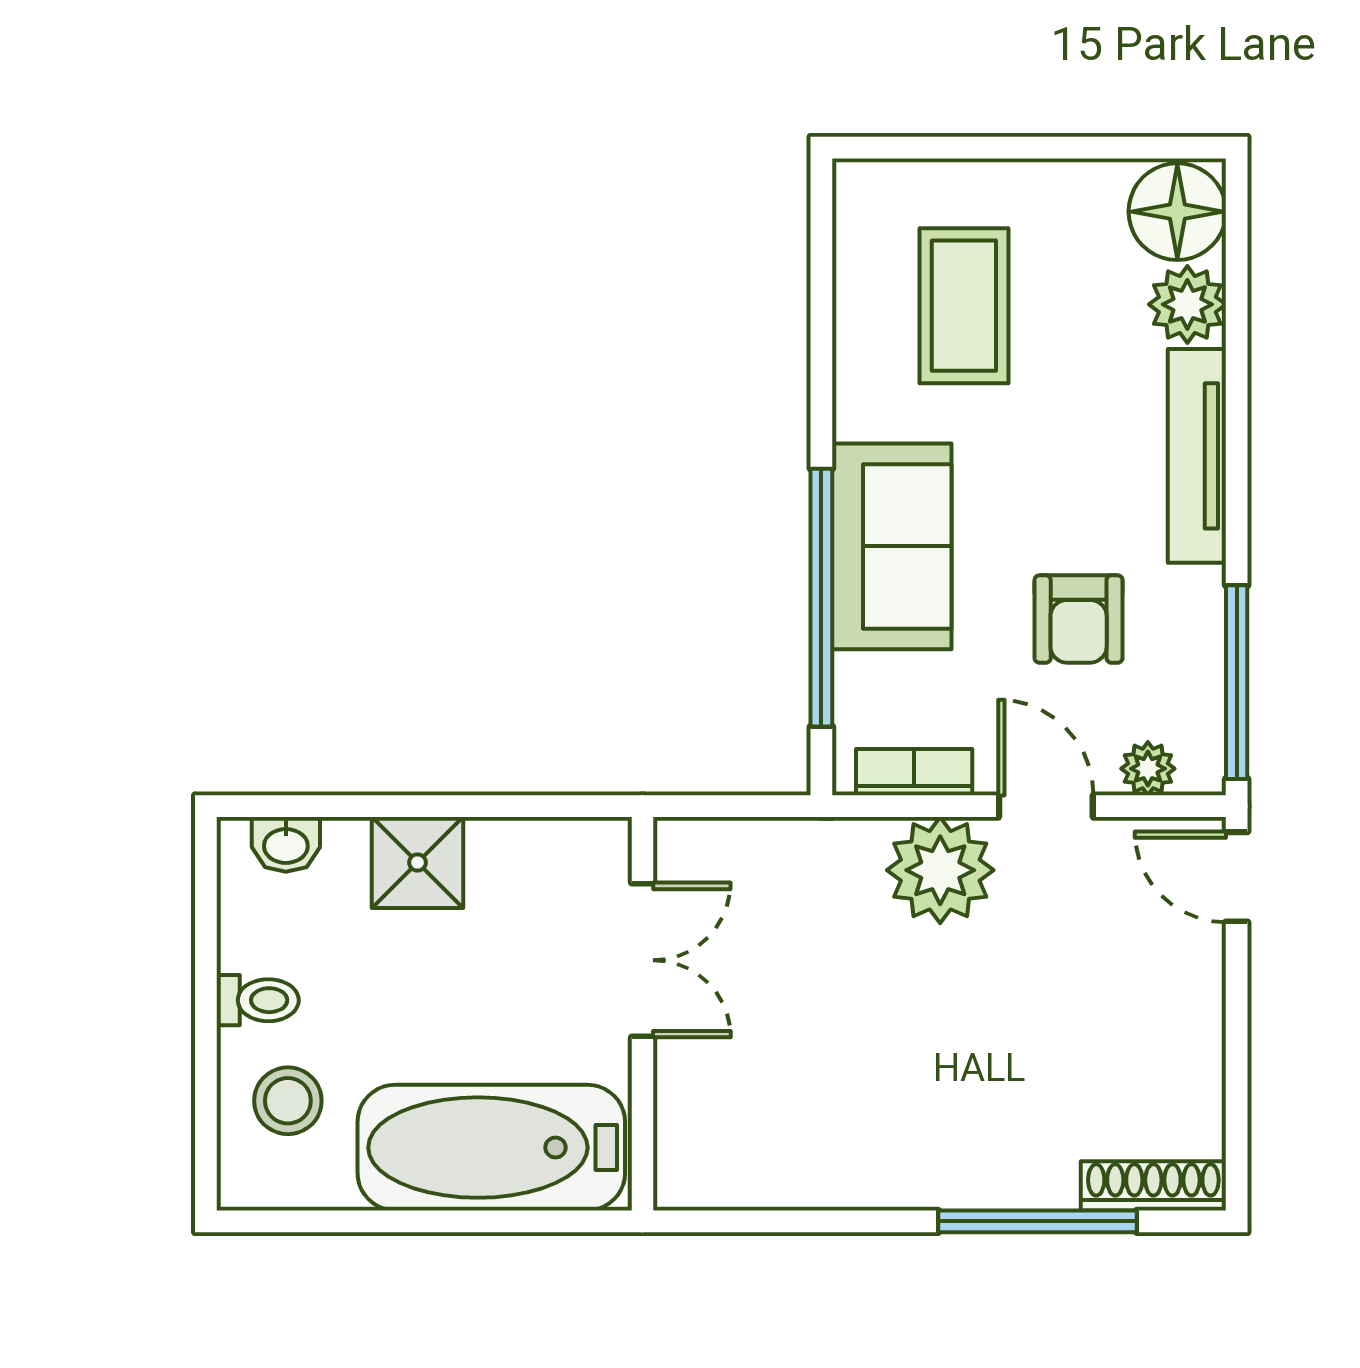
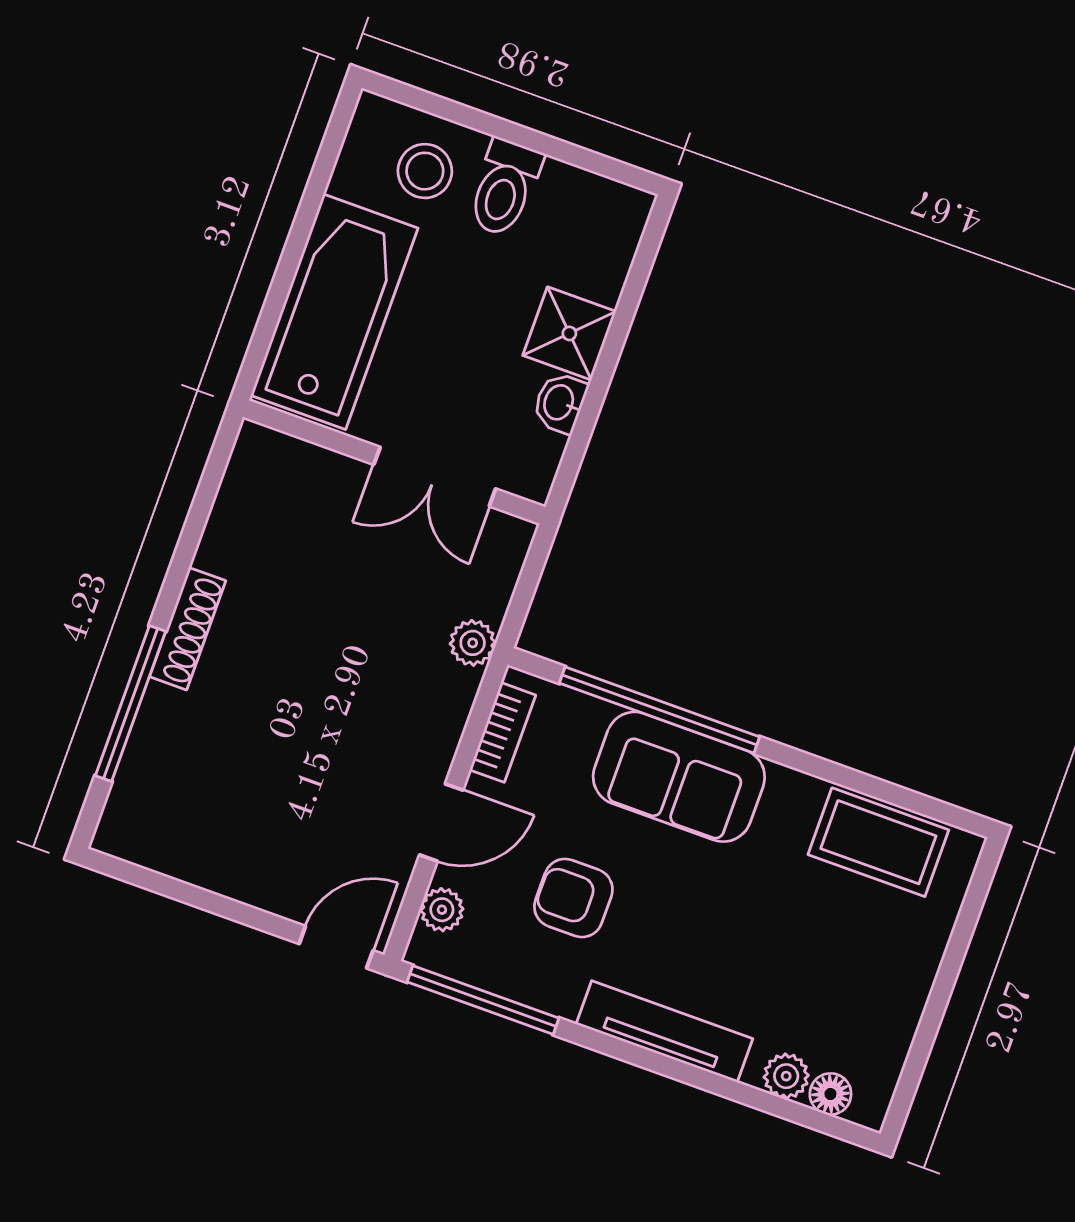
floor lamp: (1177, 212) -> (830, 1094), width x0.53, depth x0.53
plant: (1187, 304) -> (786, 1076), width x0.73, depth x0.73
coffee table: (964, 306) -> (878, 842), moved
washbasin: (286, 844) -> (560, 403), moved
plant: (940, 870) -> (473, 643), moved, width x0.53, depth x0.53
toilet: (258, 1000) -> (505, 188), width x1.37, depth x1.39
shoe rack: (1153, 1186) -> (188, 629), moved

